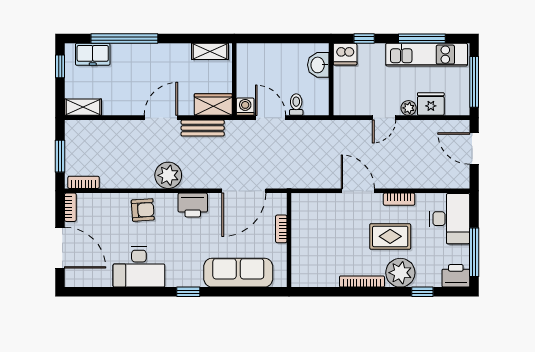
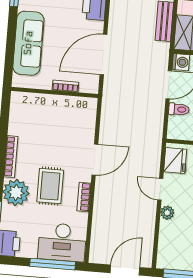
fridge: (431, 104) -> (175, 160), moved
door: (244, 191) -> (103, 55), hinge flipped
window: (474, 252) -> (53, 264), moved

